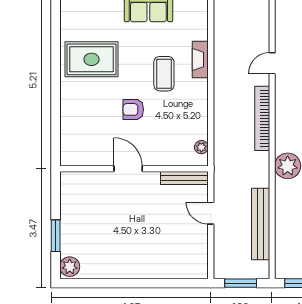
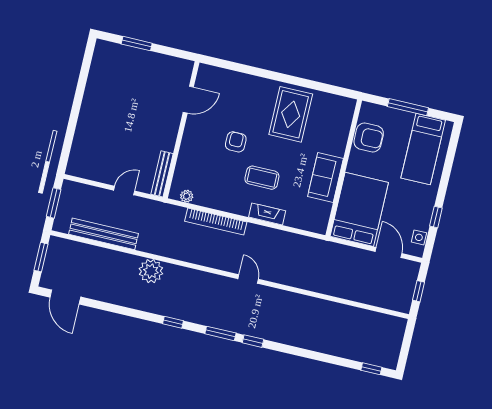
bookcase: (262, 118) -> (216, 222), moved, turned 180
door: (128, 169) -> (188, 100), moved
plant: (70, 267) -> (105, 50), removed

